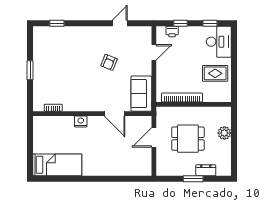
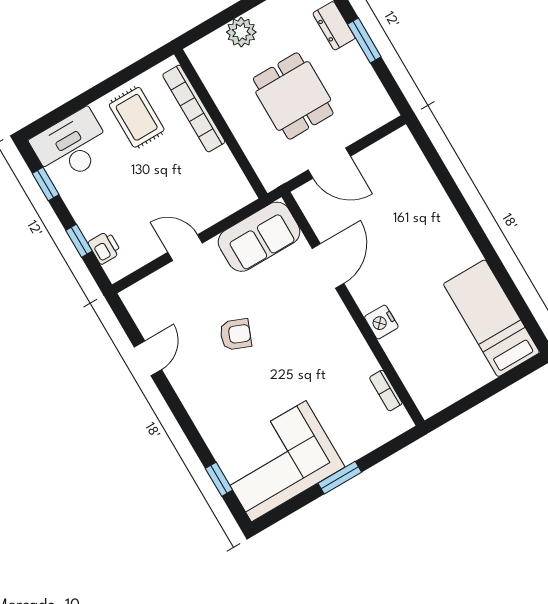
door: (120, 23) -> (148, 358), swing flipped
corner sofa: (50, 50) -> (279, 461), added
door: (154, 52) -> (185, 248), moved
bookcase: (182, 97) -> (194, 108), moved

